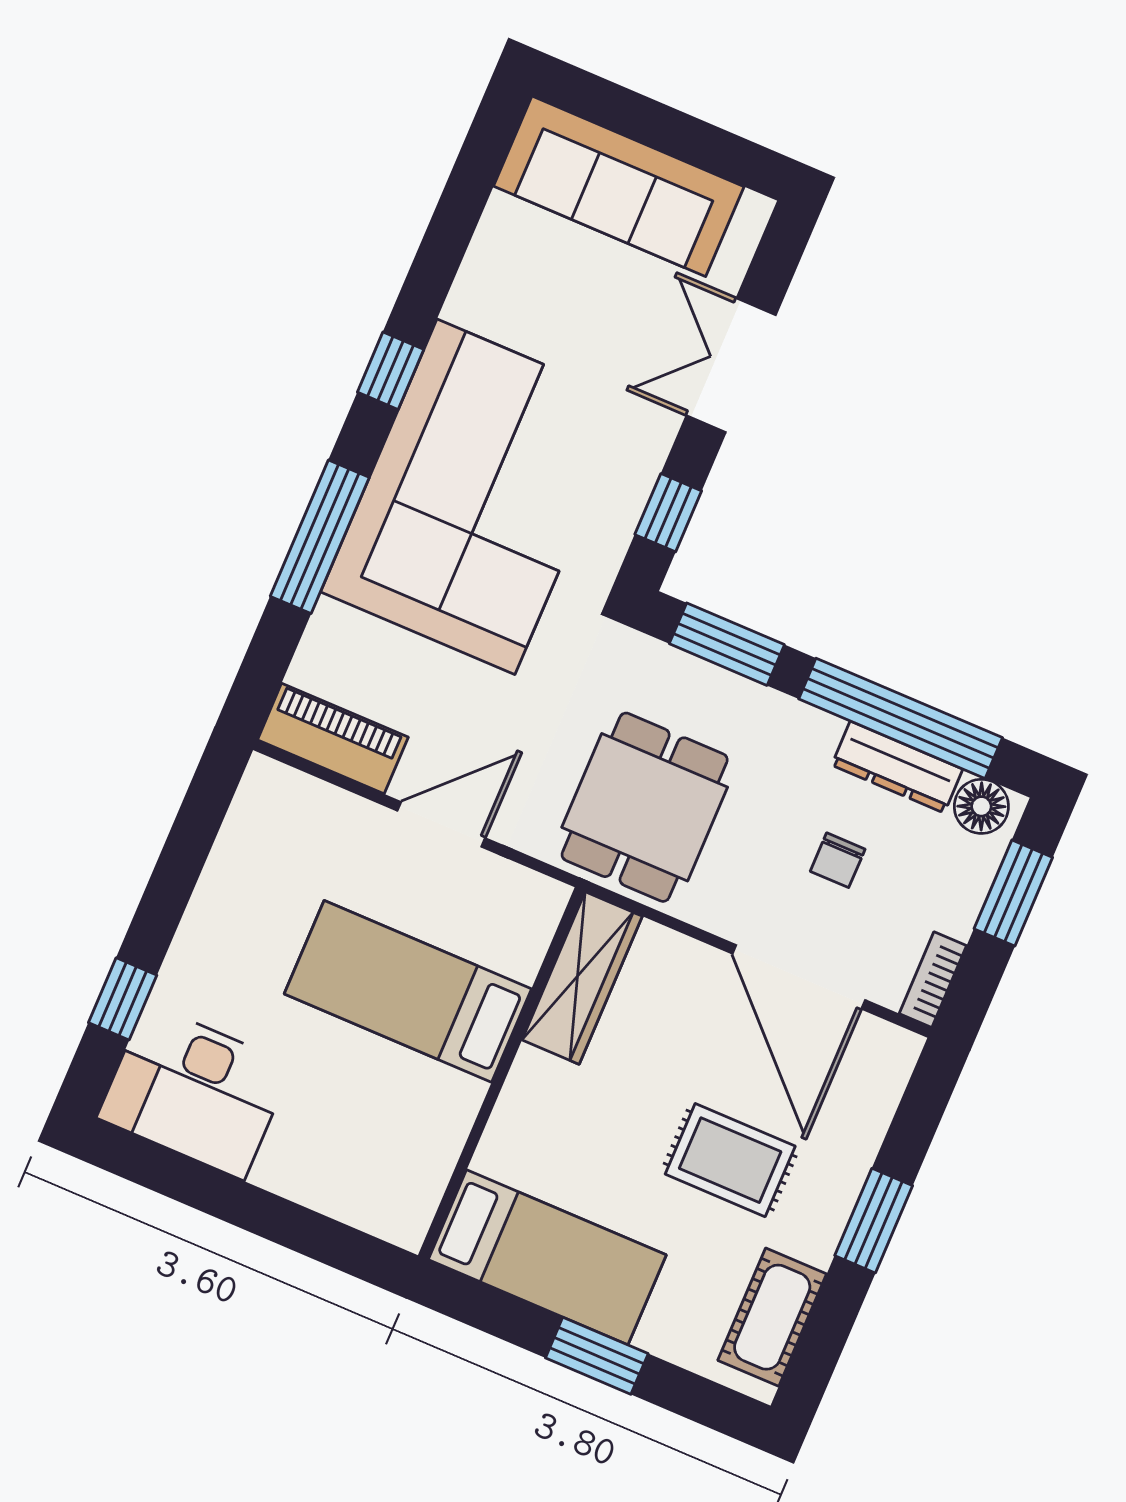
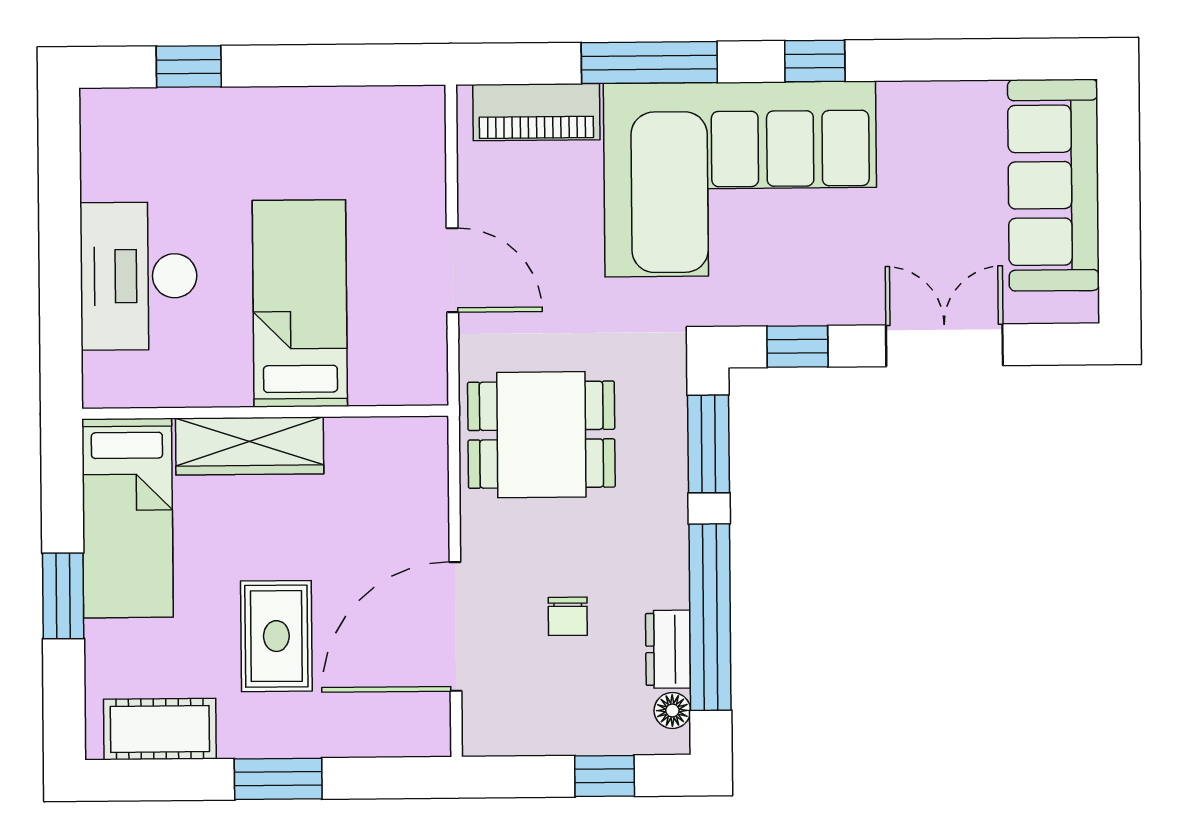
piano: (333, 739) -> (536, 112), moved, turned 90
dresser: (897, 767) -> (668, 649), width x0.70
floor lamp: (981, 806) -> (672, 710), width x0.73, depth x0.73
chair: (838, 860) -> (568, 616), turned -90
window: (1013, 893) -> (605, 776), width x0.67
wardrobe: (582, 978) -> (250, 446), moved
bookcase: (933, 980) -> (502, 740), removed
desk: (195, 1091) -> (139, 276), moved

